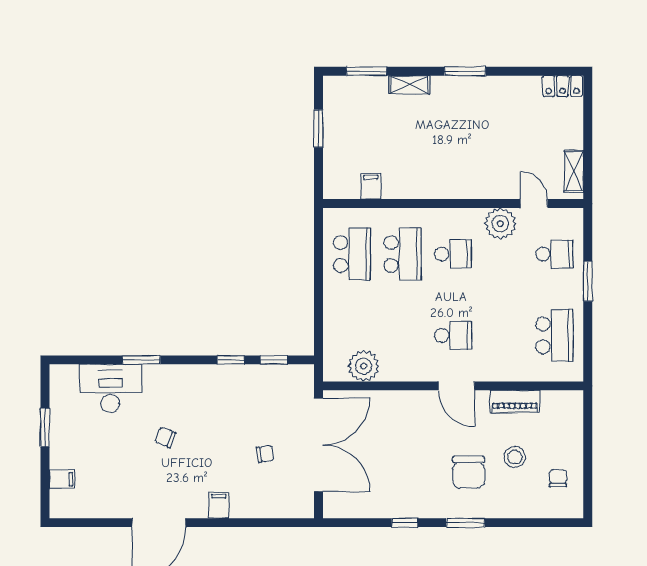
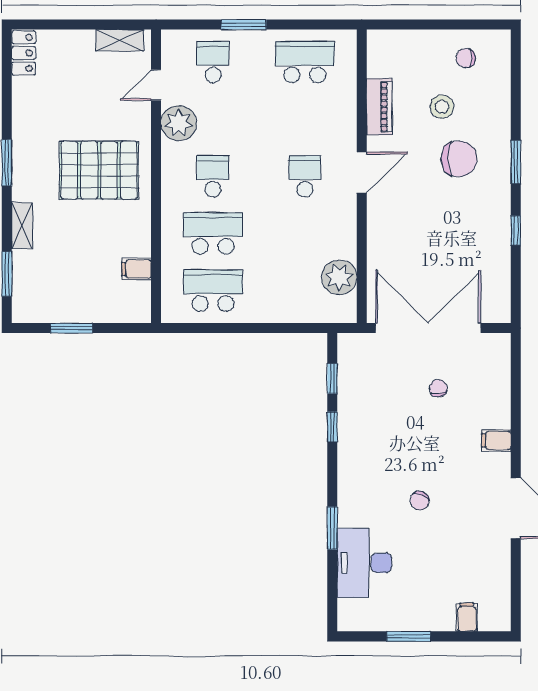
pallet: (459, 153) -> (99, 170), added

